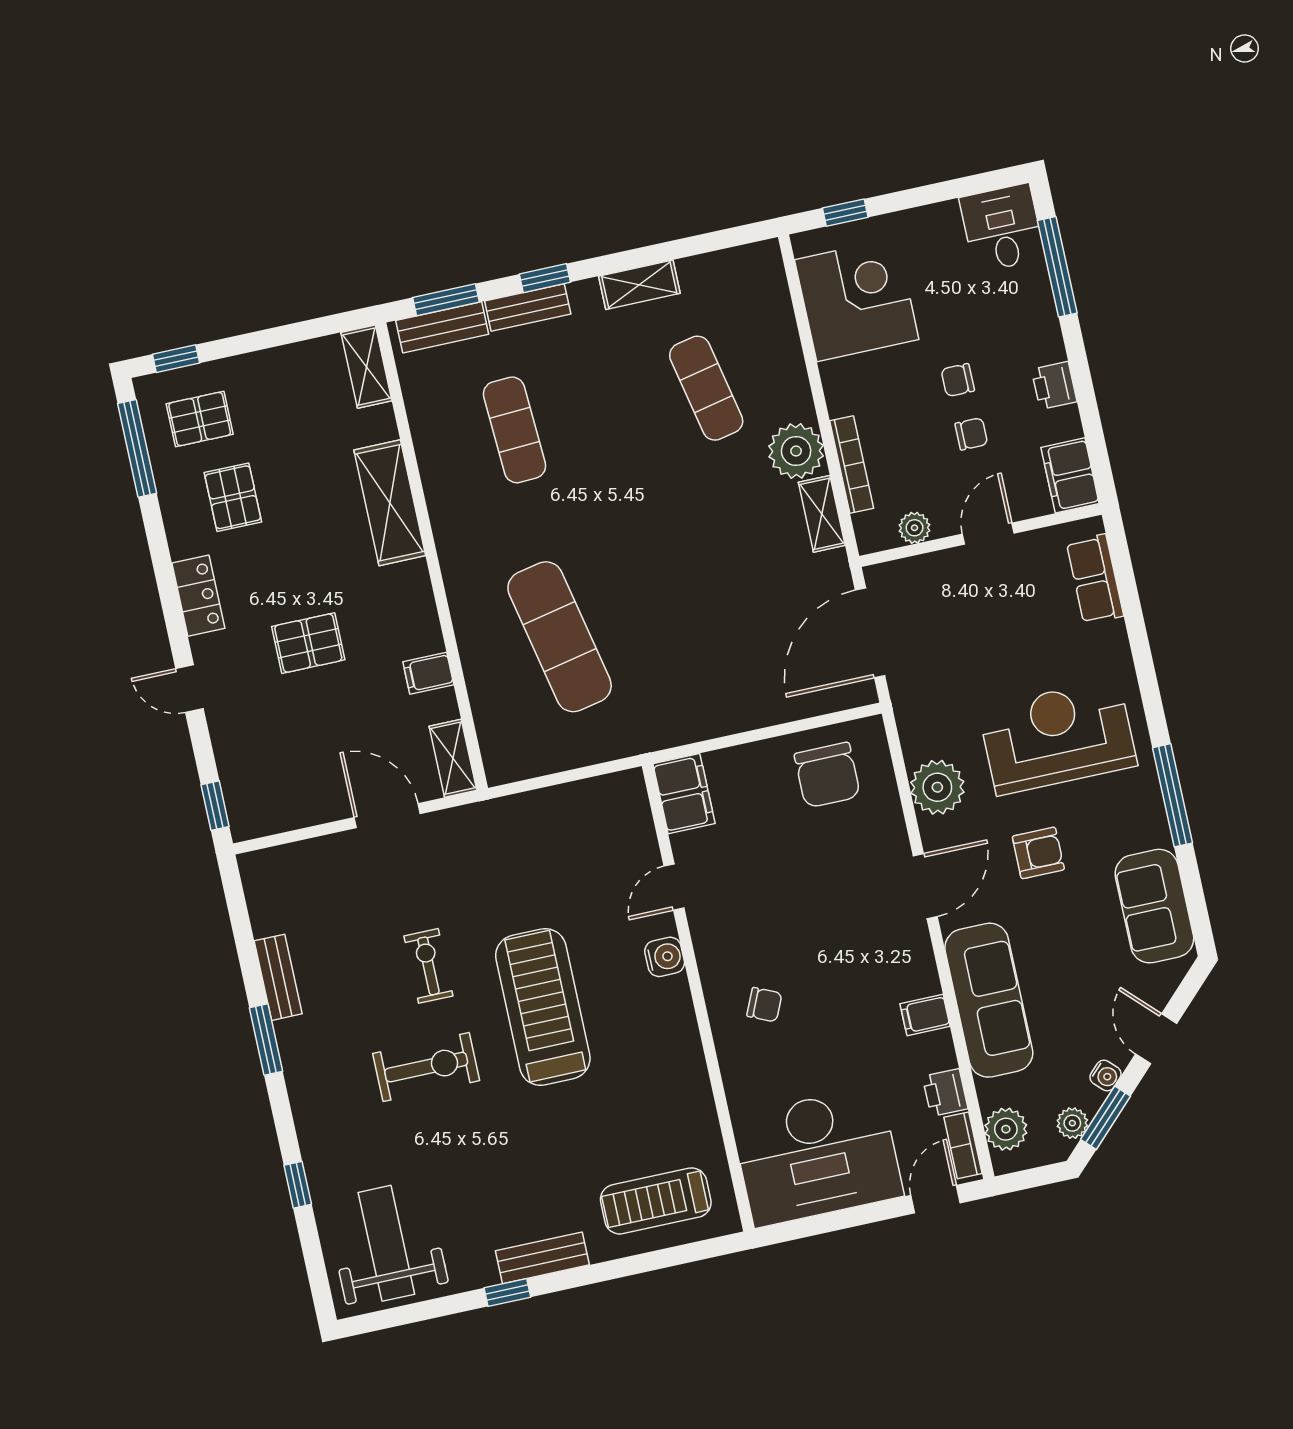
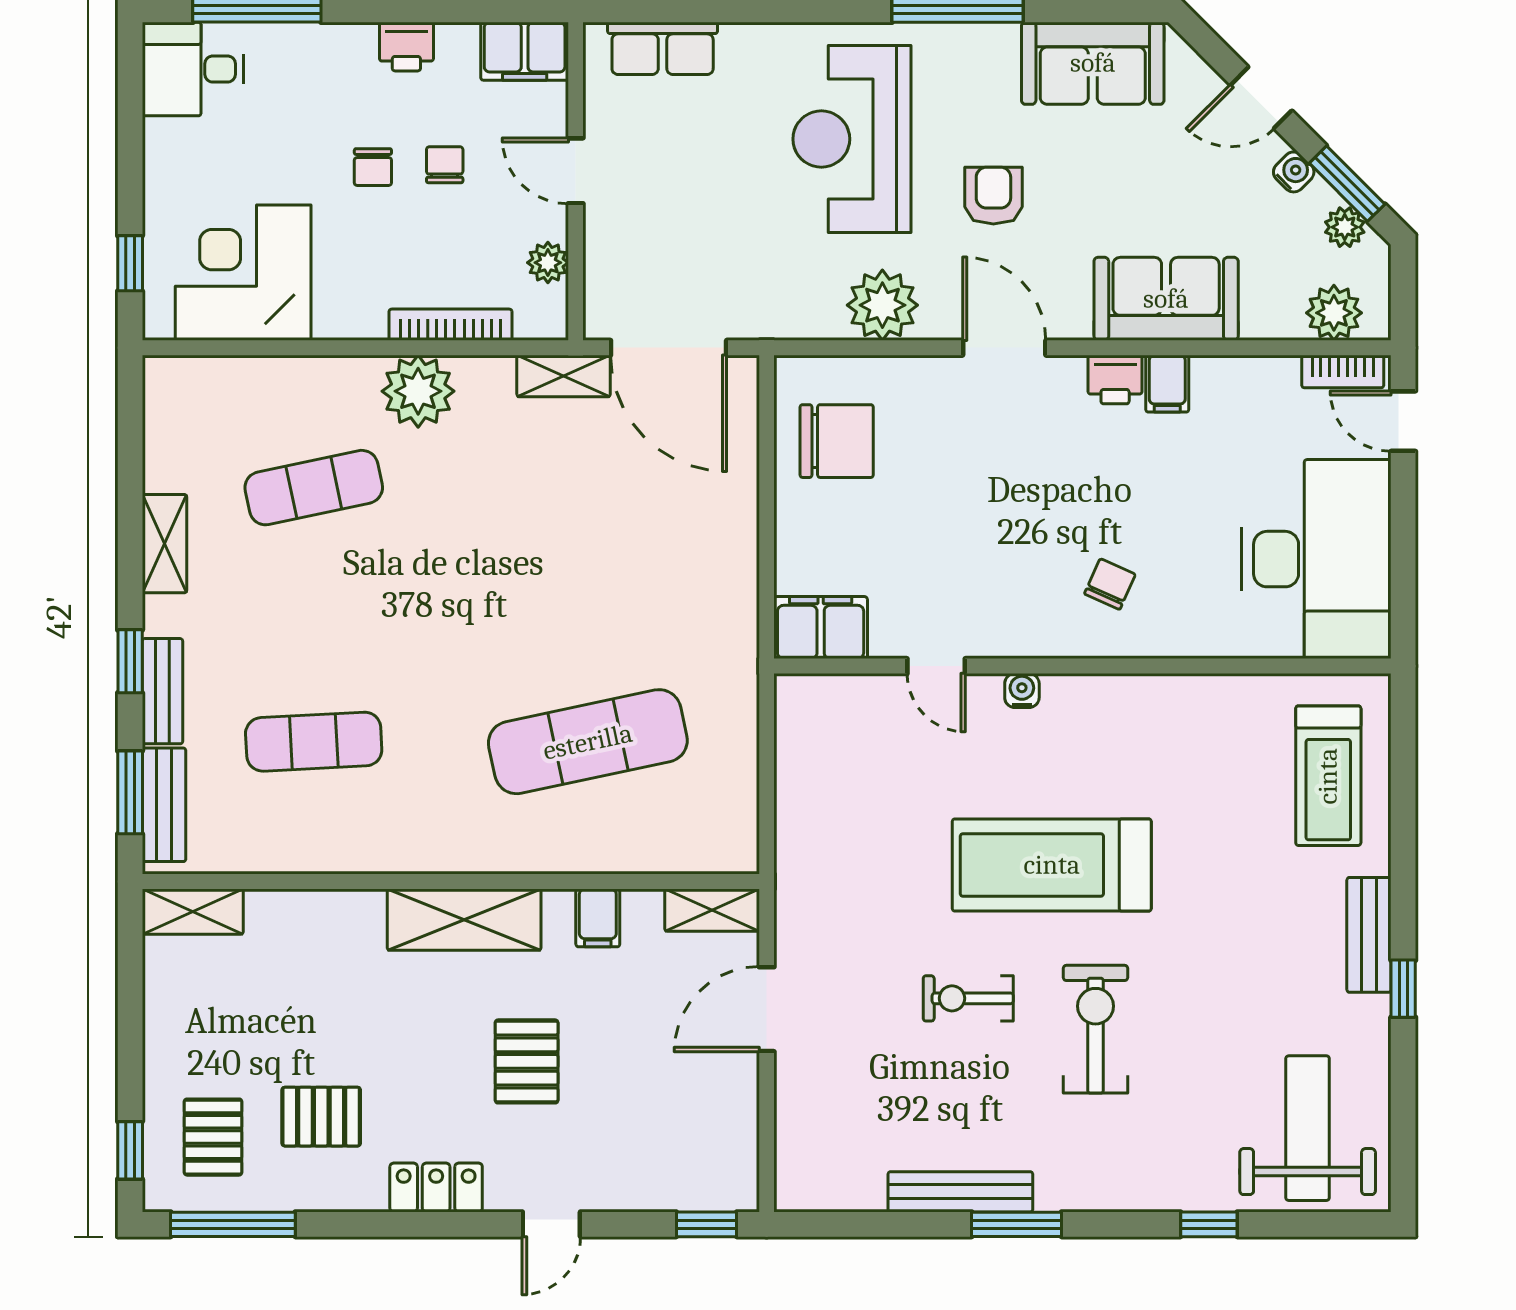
shelving: (390, 503) -> (464, 920), moved
shelving: (822, 514) -> (564, 376), moved
water cooler: (665, 957) -> (1022, 691), width x0.72, depth x0.72
bench: (278, 977) -> (960, 1192), width x1.36
sofa: (989, 1000) -> (1166, 299), width x0.73
printer: (945, 1093) -> (1115, 380), moved
weight bench: (386, 1243) -> (1308, 1128), turned 90

